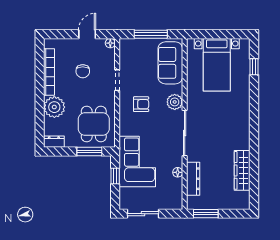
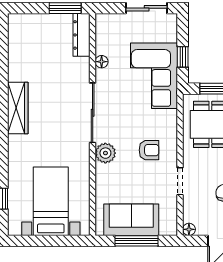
sofa: (170, 63) -> (131, 220), moved, turned -90
armchair: (141, 104) -> (149, 150), turned 180
wardrobe: (242, 170) -> (18, 108), moved
dresser: (193, 179) -> (82, 35), moved

